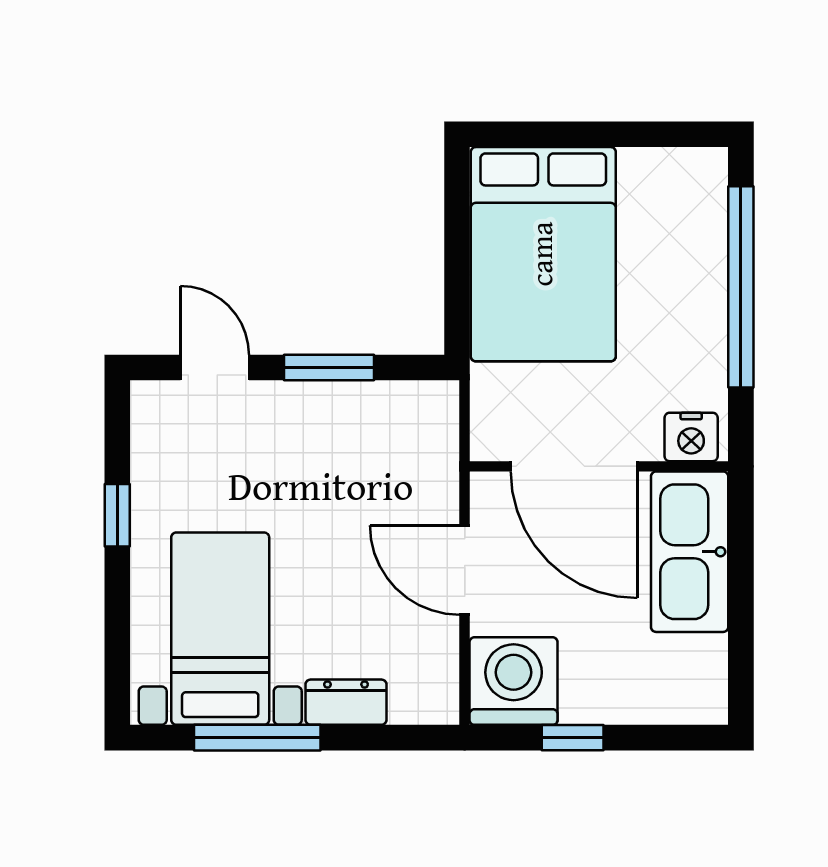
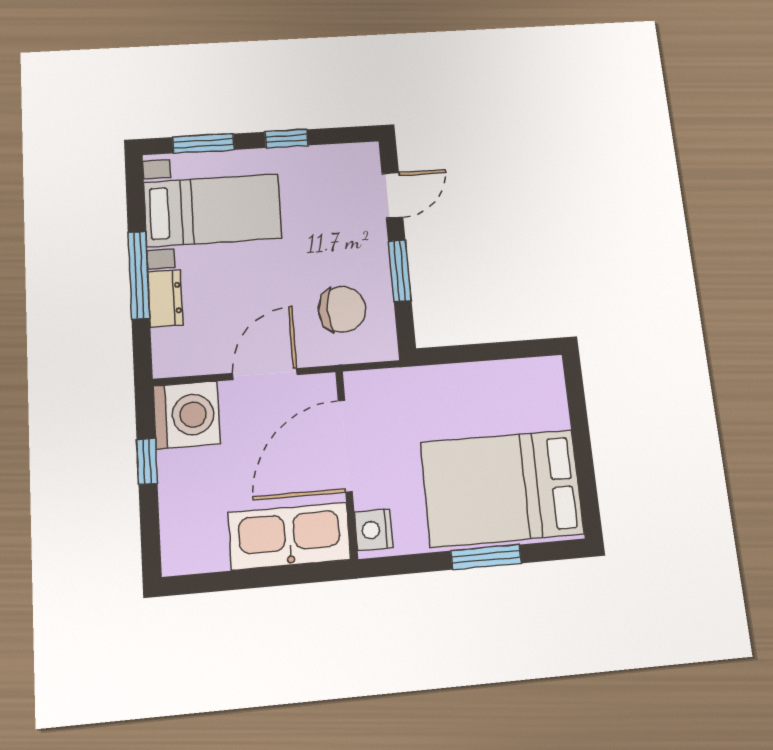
bed: (543, 254) -> (502, 488), moved
window: (741, 287) -> (486, 557), width x0.47
chair: (380, 455) -> (342, 309), added
window: (117, 636) -> (203, 143), added
window: (257, 738) -> (139, 275), moved

